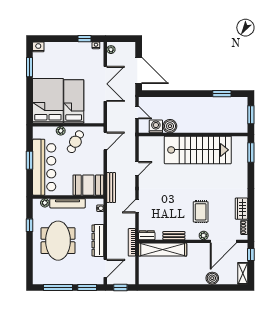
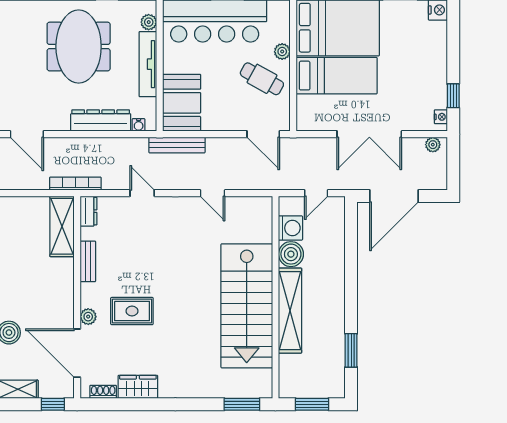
shelving: (200, 127) -> (290, 311), added
dresser: (98, 240) -> (101, 121), moved
meeting table: (58, 241) -> (79, 47), turned 90
shelving: (163, 250) -> (62, 226), width x0.68

